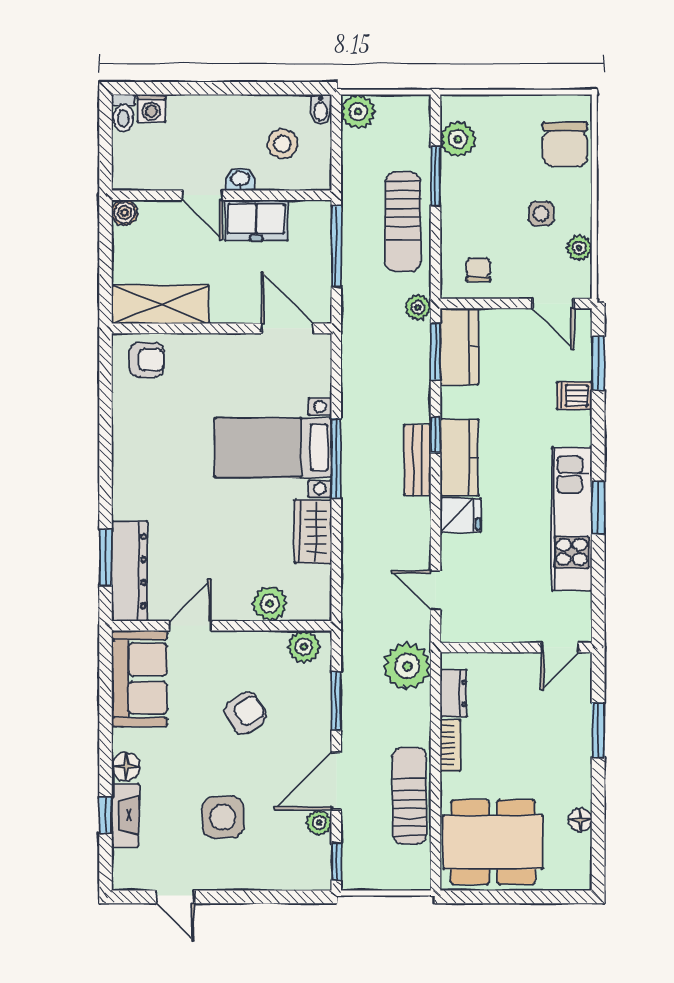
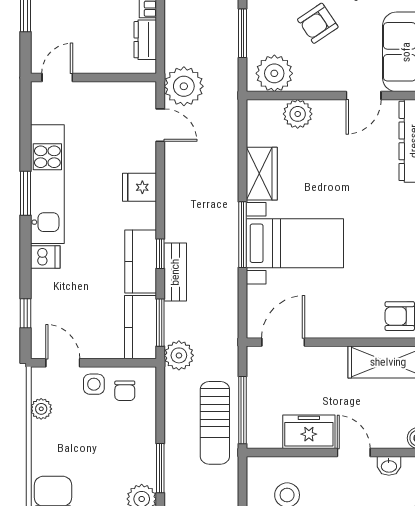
washbasin: (240, 179) -> (389, 466), moved
side table: (541, 214) -> (94, 384), moved
sun lounger: (403, 222) -> (215, 423), moved, turned 180
plant: (418, 308) -> (179, 355), width x1.38, depth x1.38
door: (287, 328) -> (283, 342), swing flipped
window: (598, 363) -> (25, 313), width x0.67
dishwasher: (574, 396) -> (45, 257), moved
kitchen counter: (459, 457) -> (141, 262), moved
bench: (417, 460) -> (175, 272), moved
plant: (304, 647) -> (274, 73), width x1.36, depth x1.36
plant: (407, 666) -> (184, 86), moved

